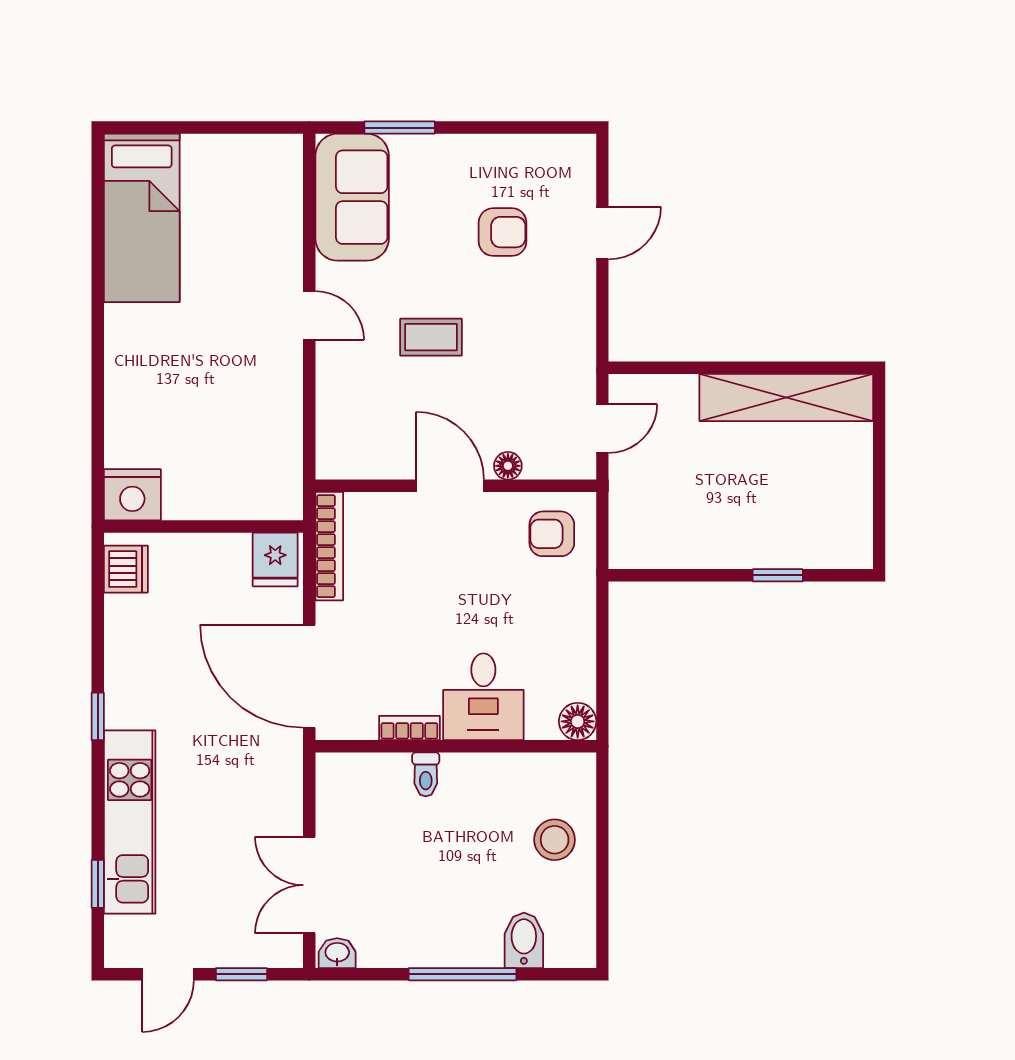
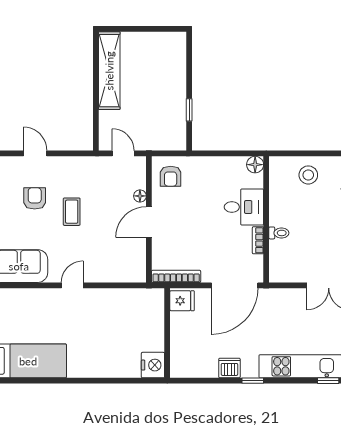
coffee table: (431, 337) -> (72, 212), moved
dishwasher: (126, 569) -> (229, 368), moved
window: (778, 575) -> (189, 110), moved

